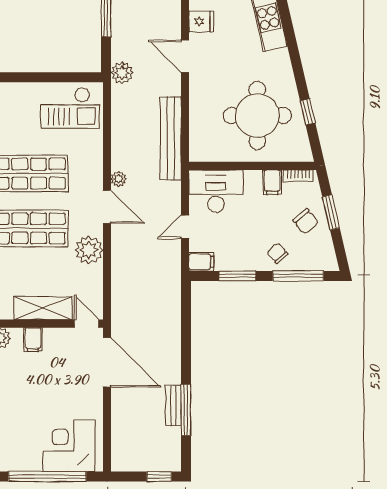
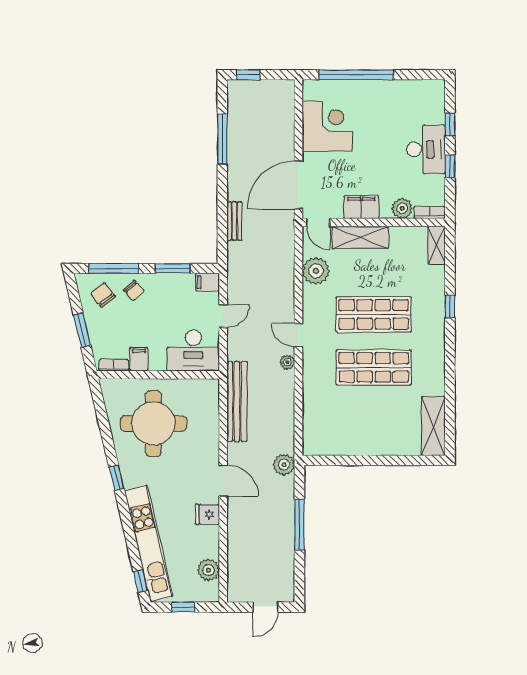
checkout: (70, 108) -> (334, 431), removed
window: (308, 112) -> (117, 478), moved
door: (107, 207) -> (298, 335), width x0.73
chair: (306, 221) -> (103, 295), moved
plant: (89, 250) -> (316, 271), moved
filing cabinet: (33, 340) -> (361, 207), width x2.00
door: (107, 362) -> (298, 185), hinge flipped
bench: (173, 405) -> (234, 221), moved
corner desk: (69, 446) -> (327, 126), moved, turned -90

